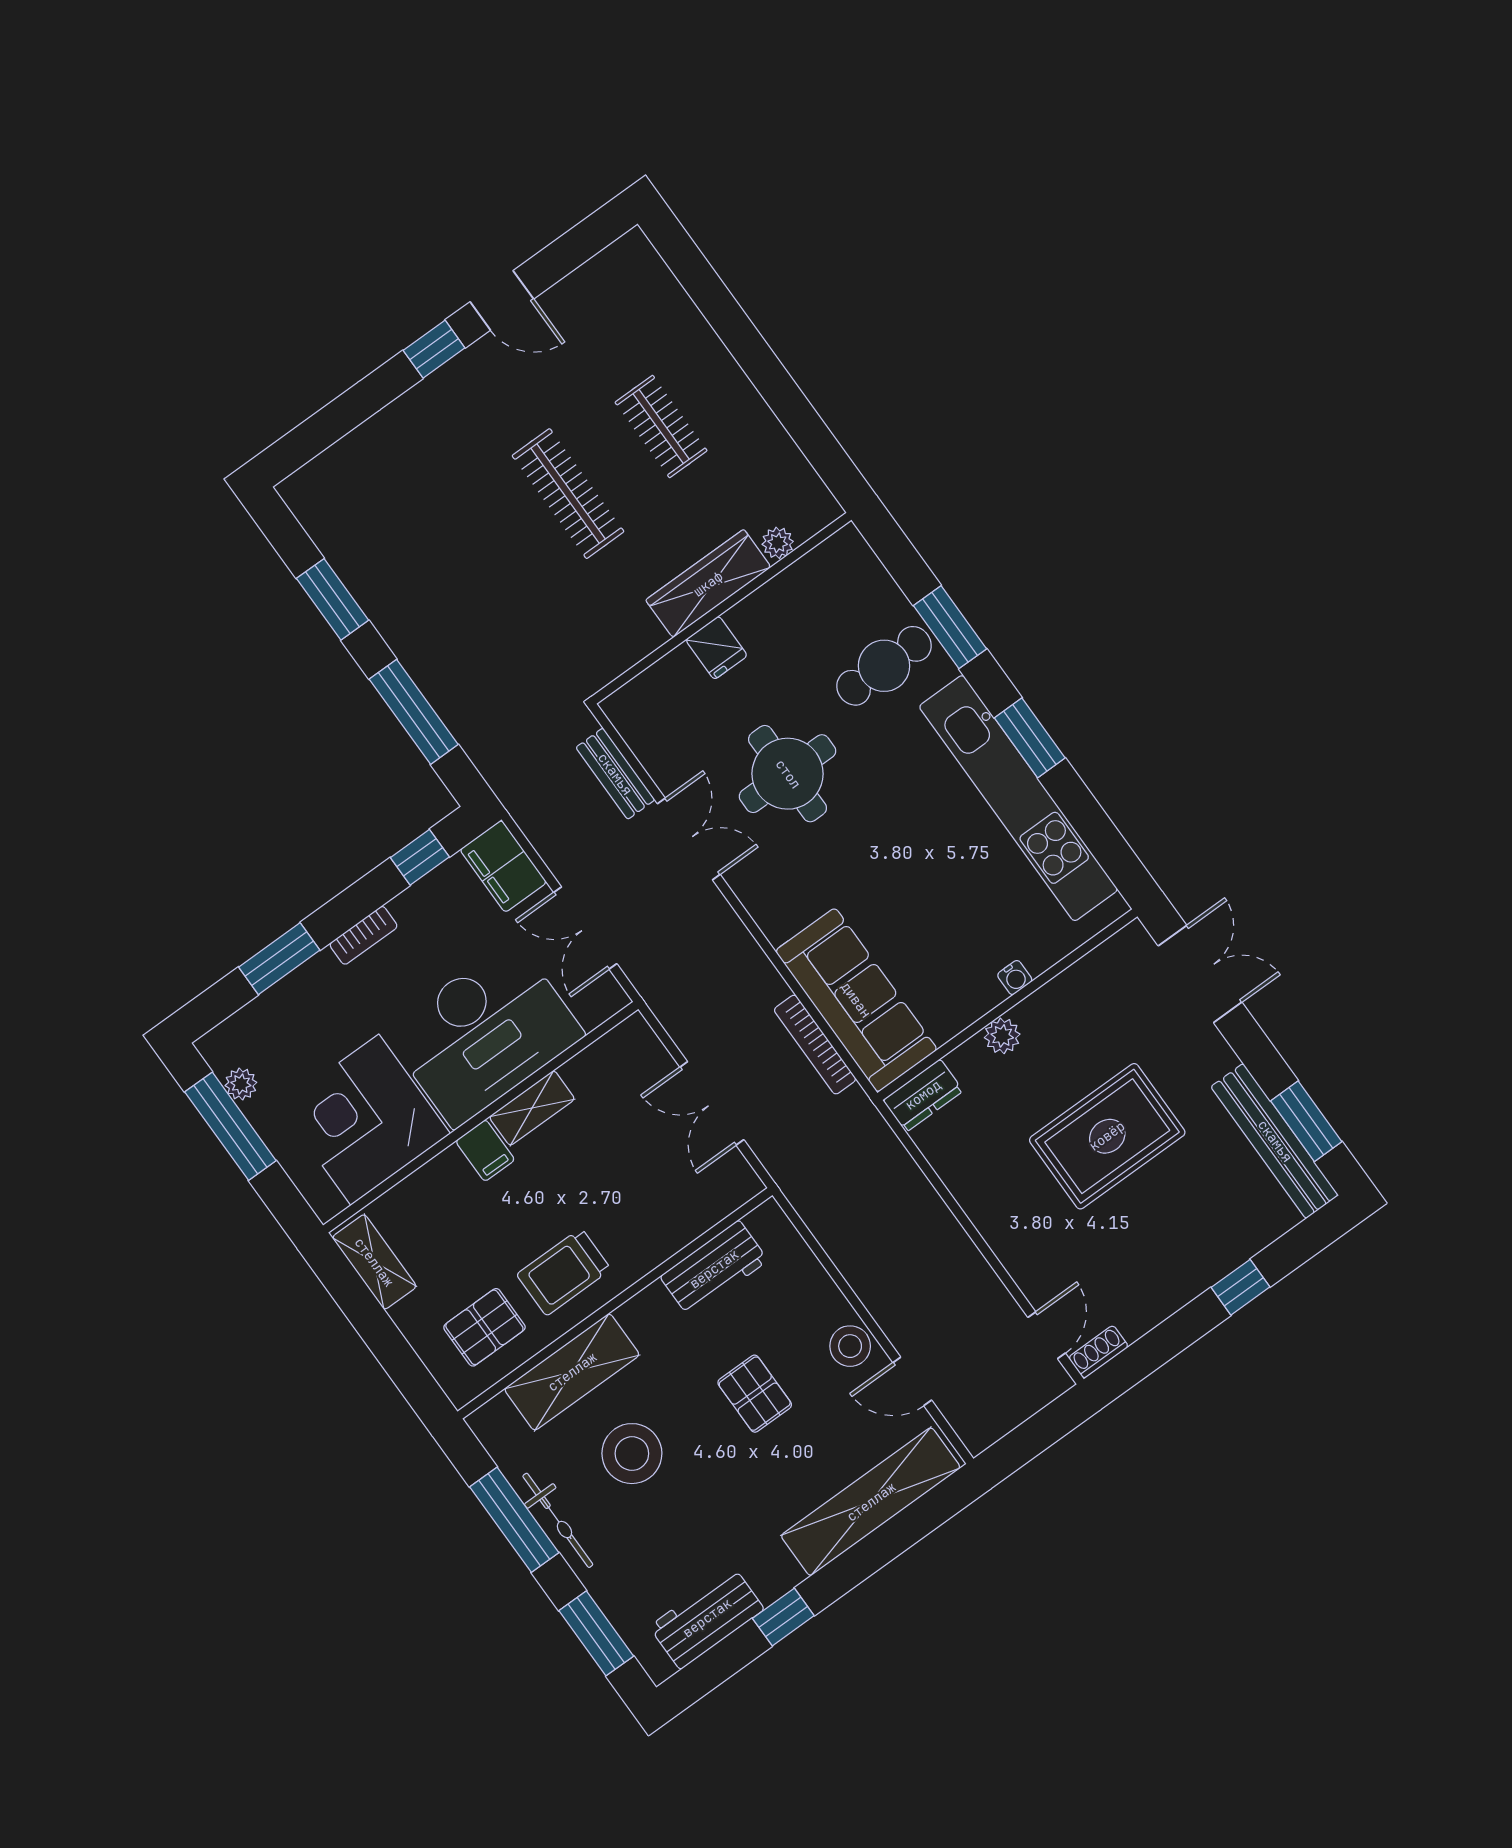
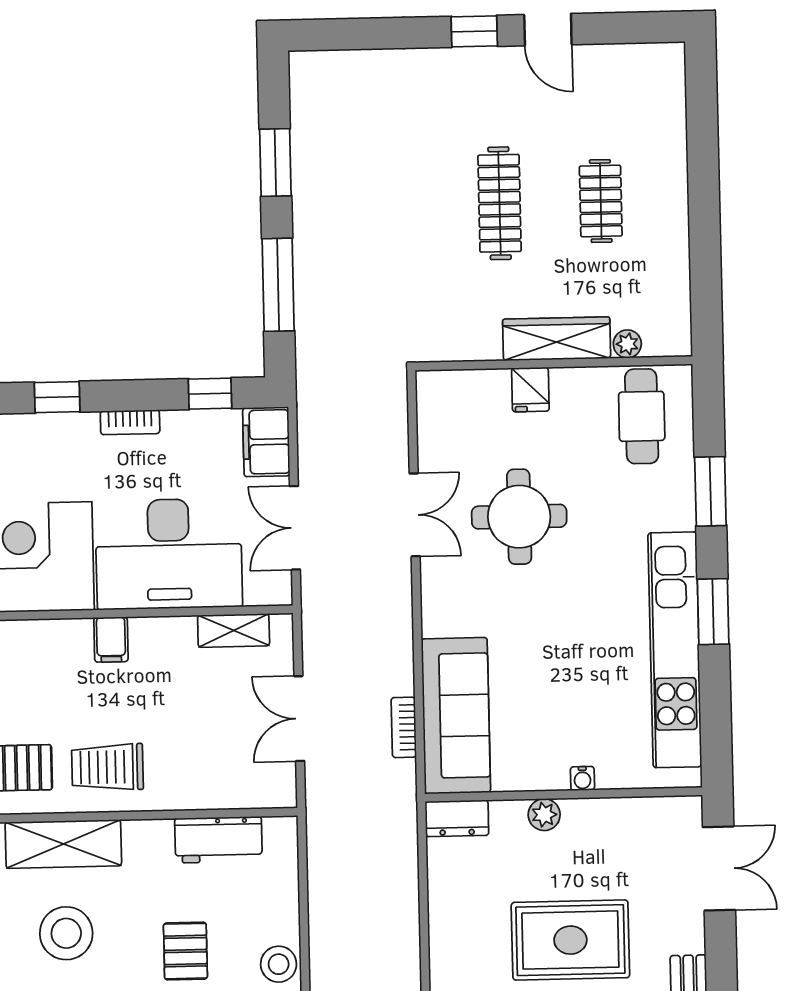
cafe table: (884, 666) -> (642, 416), moved, turned 90
bench: (615, 774) -> (394, 431), removed
window: (279, 959) -> (57, 397), width x0.67
bookcase: (815, 1045) -> (404, 727), width x0.64
shelving: (532, 1108) -> (234, 630), moved

